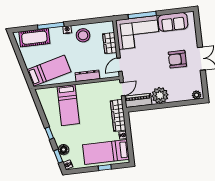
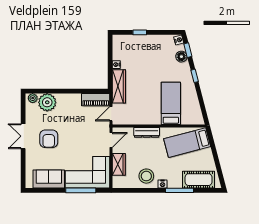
armchair: (177, 59) -> (49, 139), turned 90
plant: (160, 95) -> (47, 102), moved
bed: (106, 152) -> (136, 49), removed

